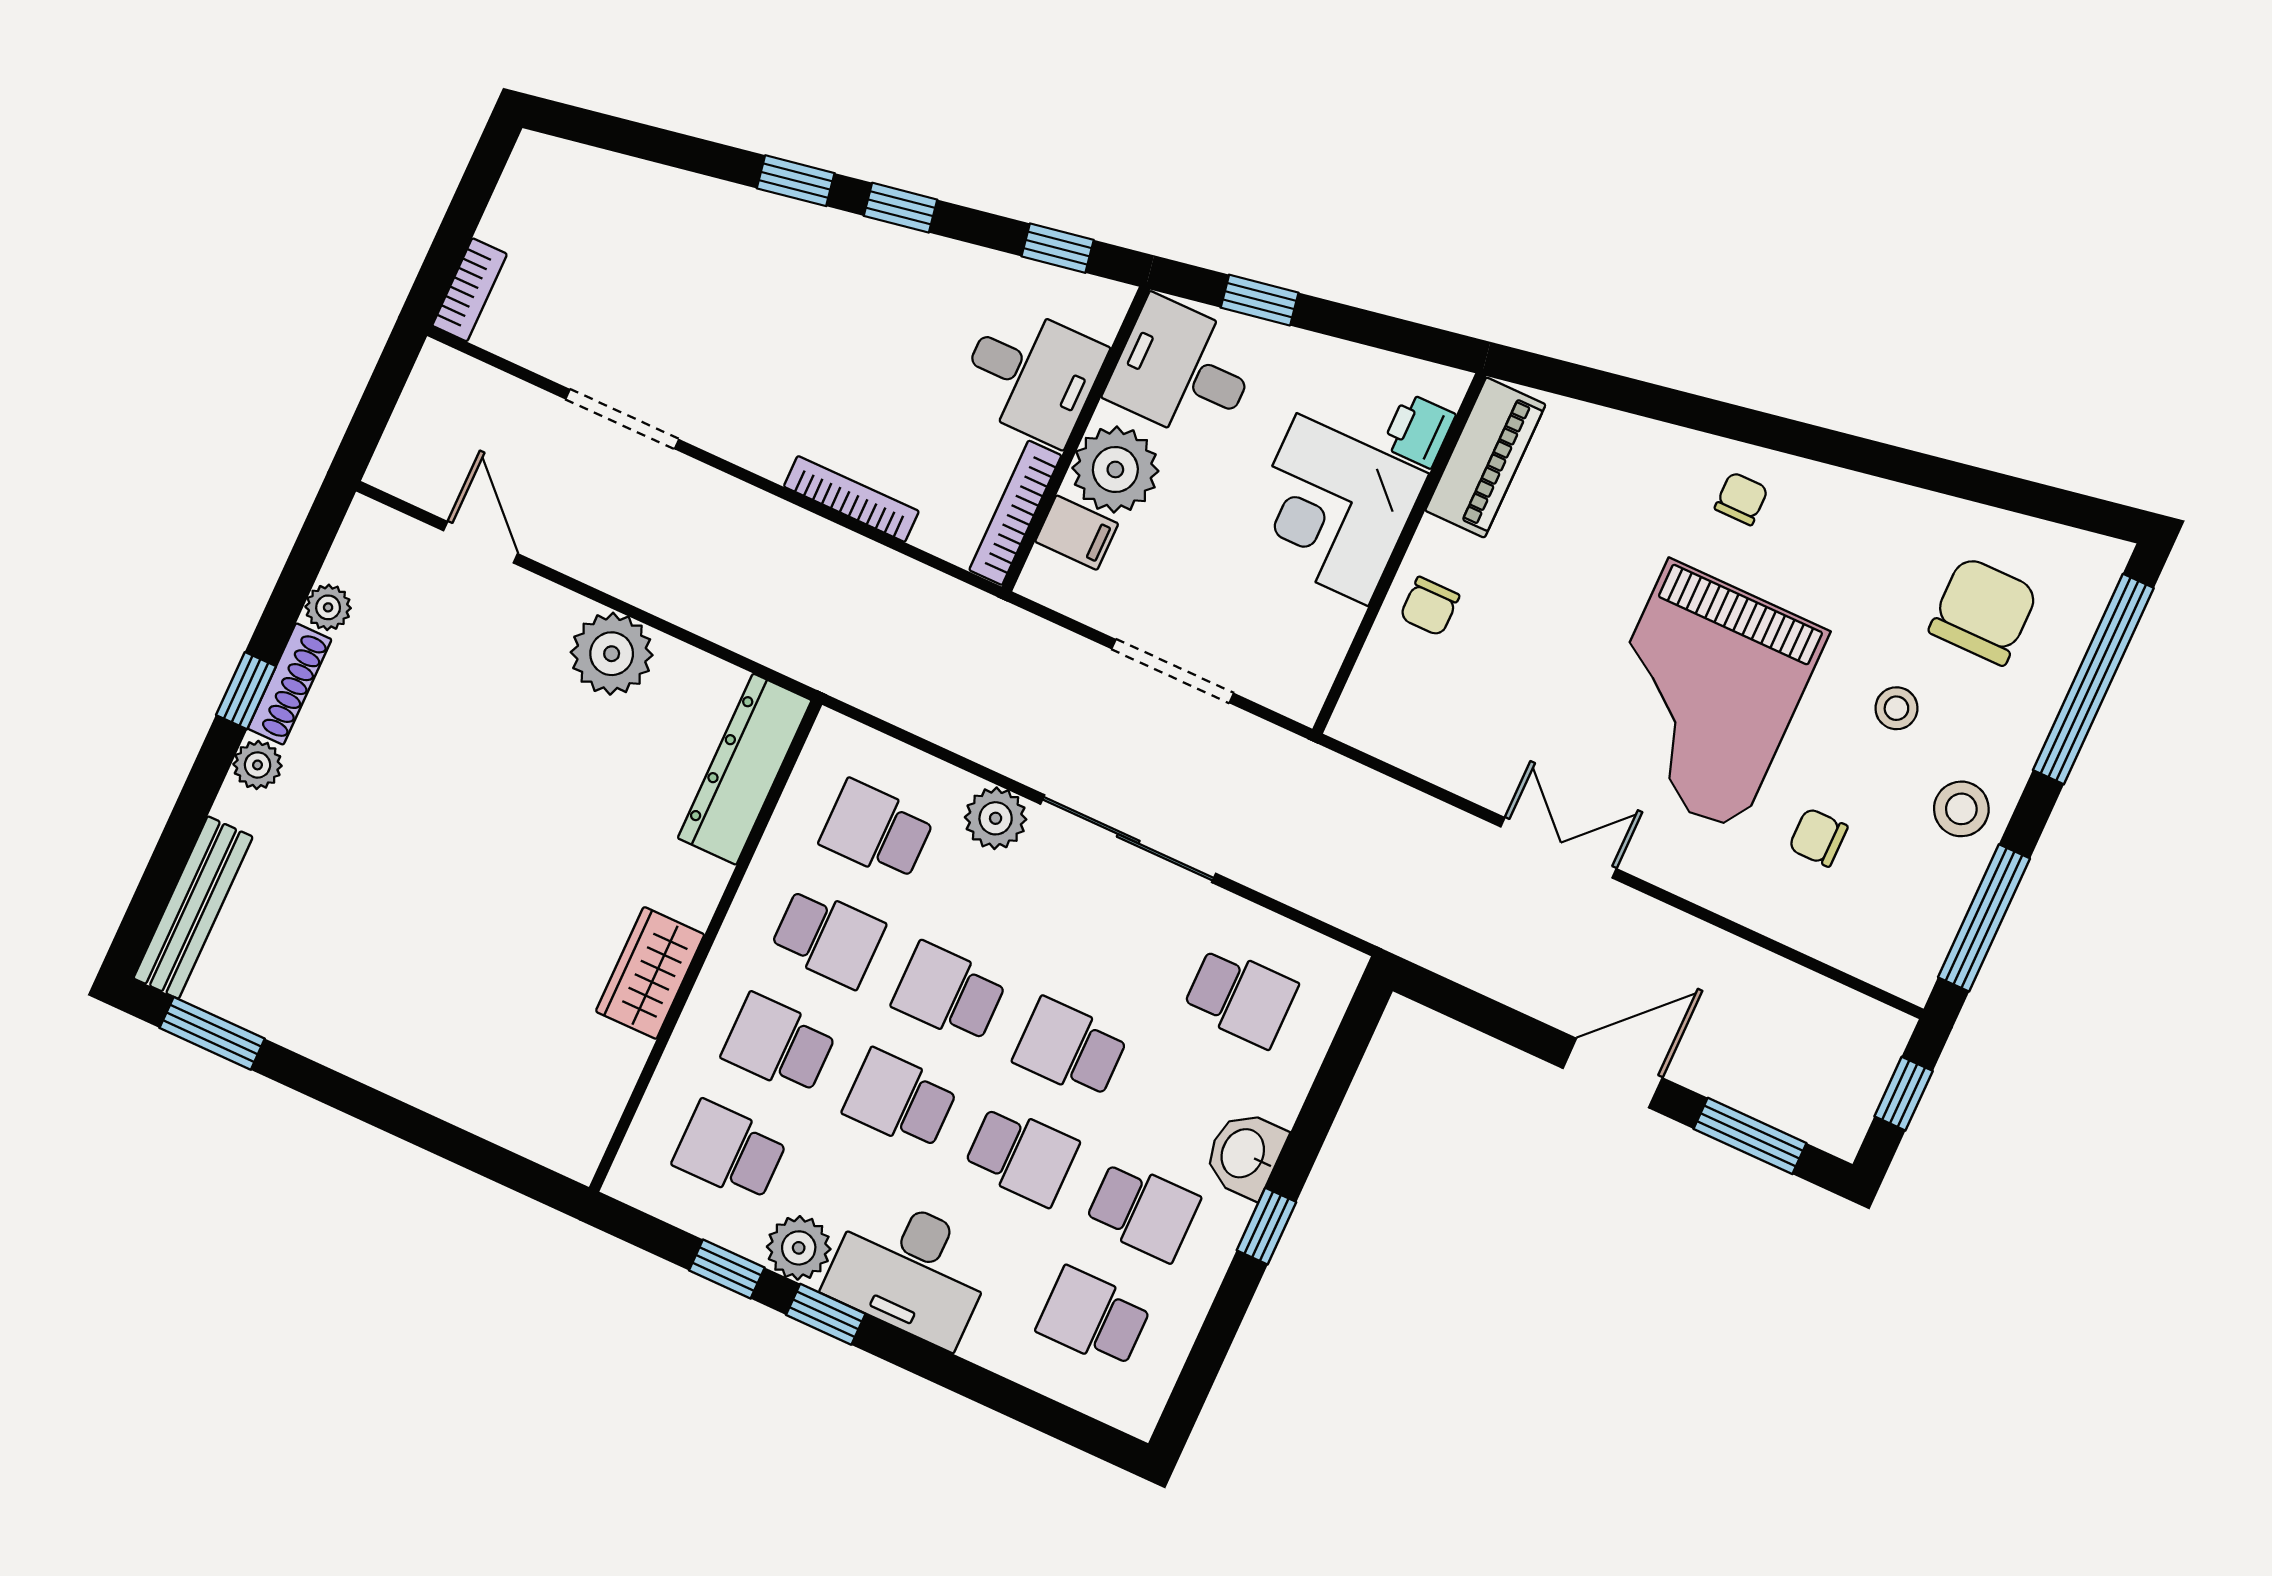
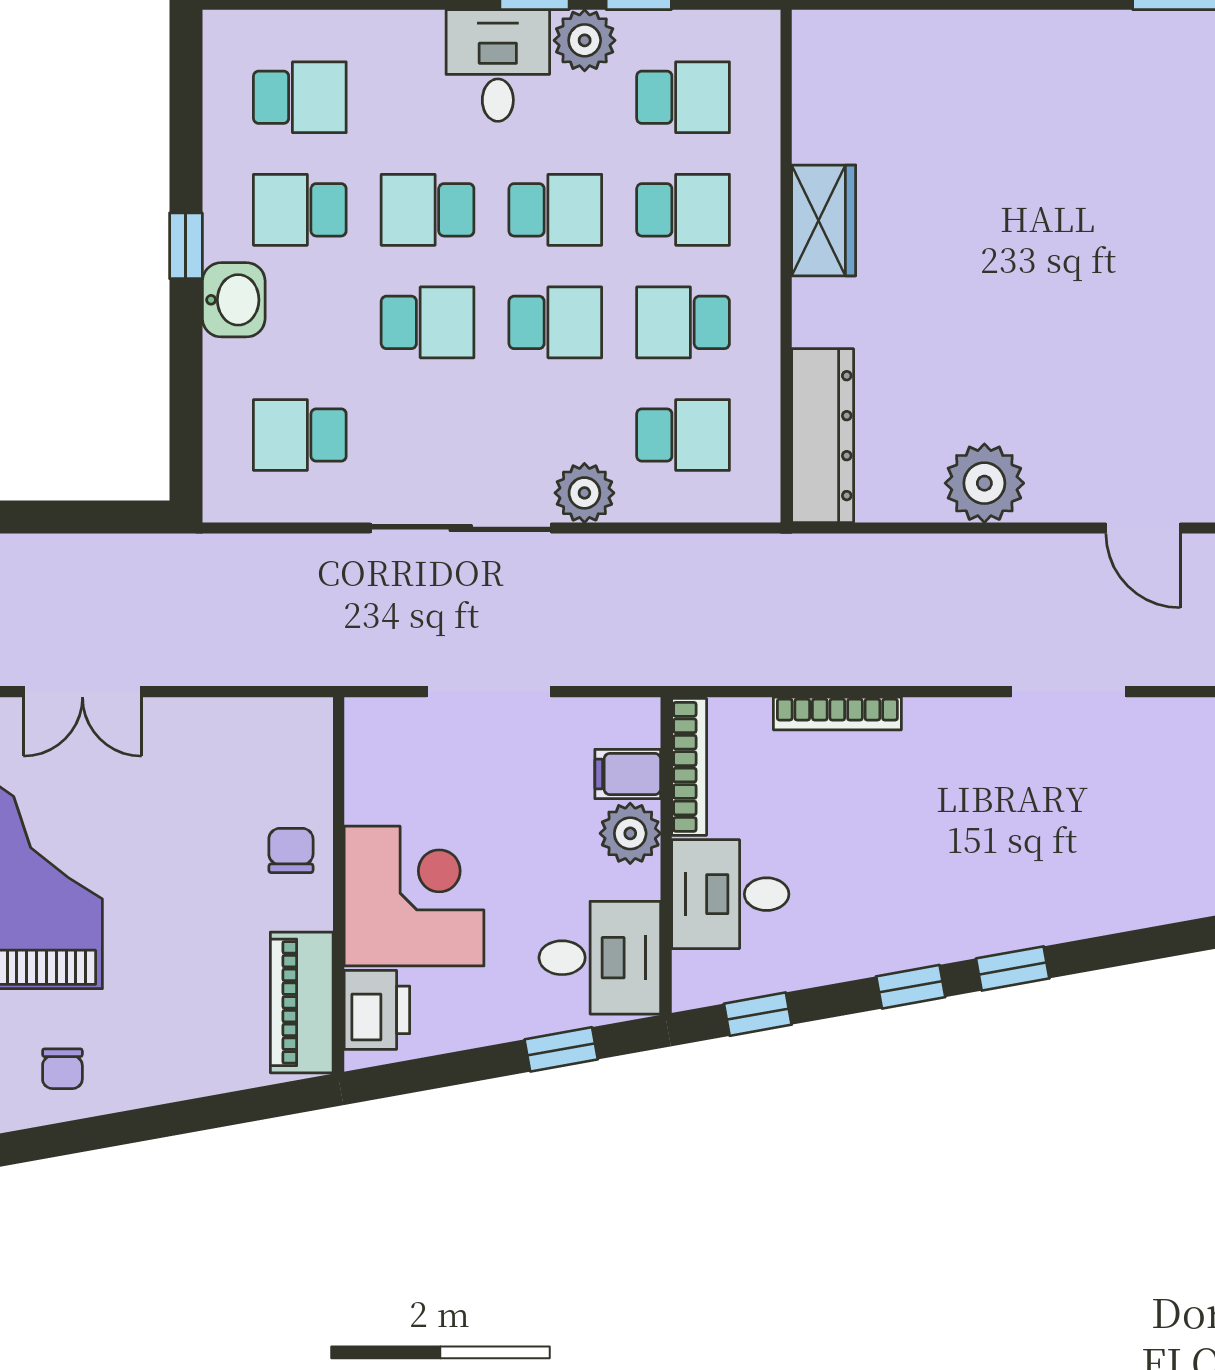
printer: (1419, 431) -> (377, 1010), width x1.36, depth x1.24
plant: (1115, 469) -> (630, 833), width x0.73, depth x0.73
desk: (910, 1270) -> (498, 65), width x0.73

